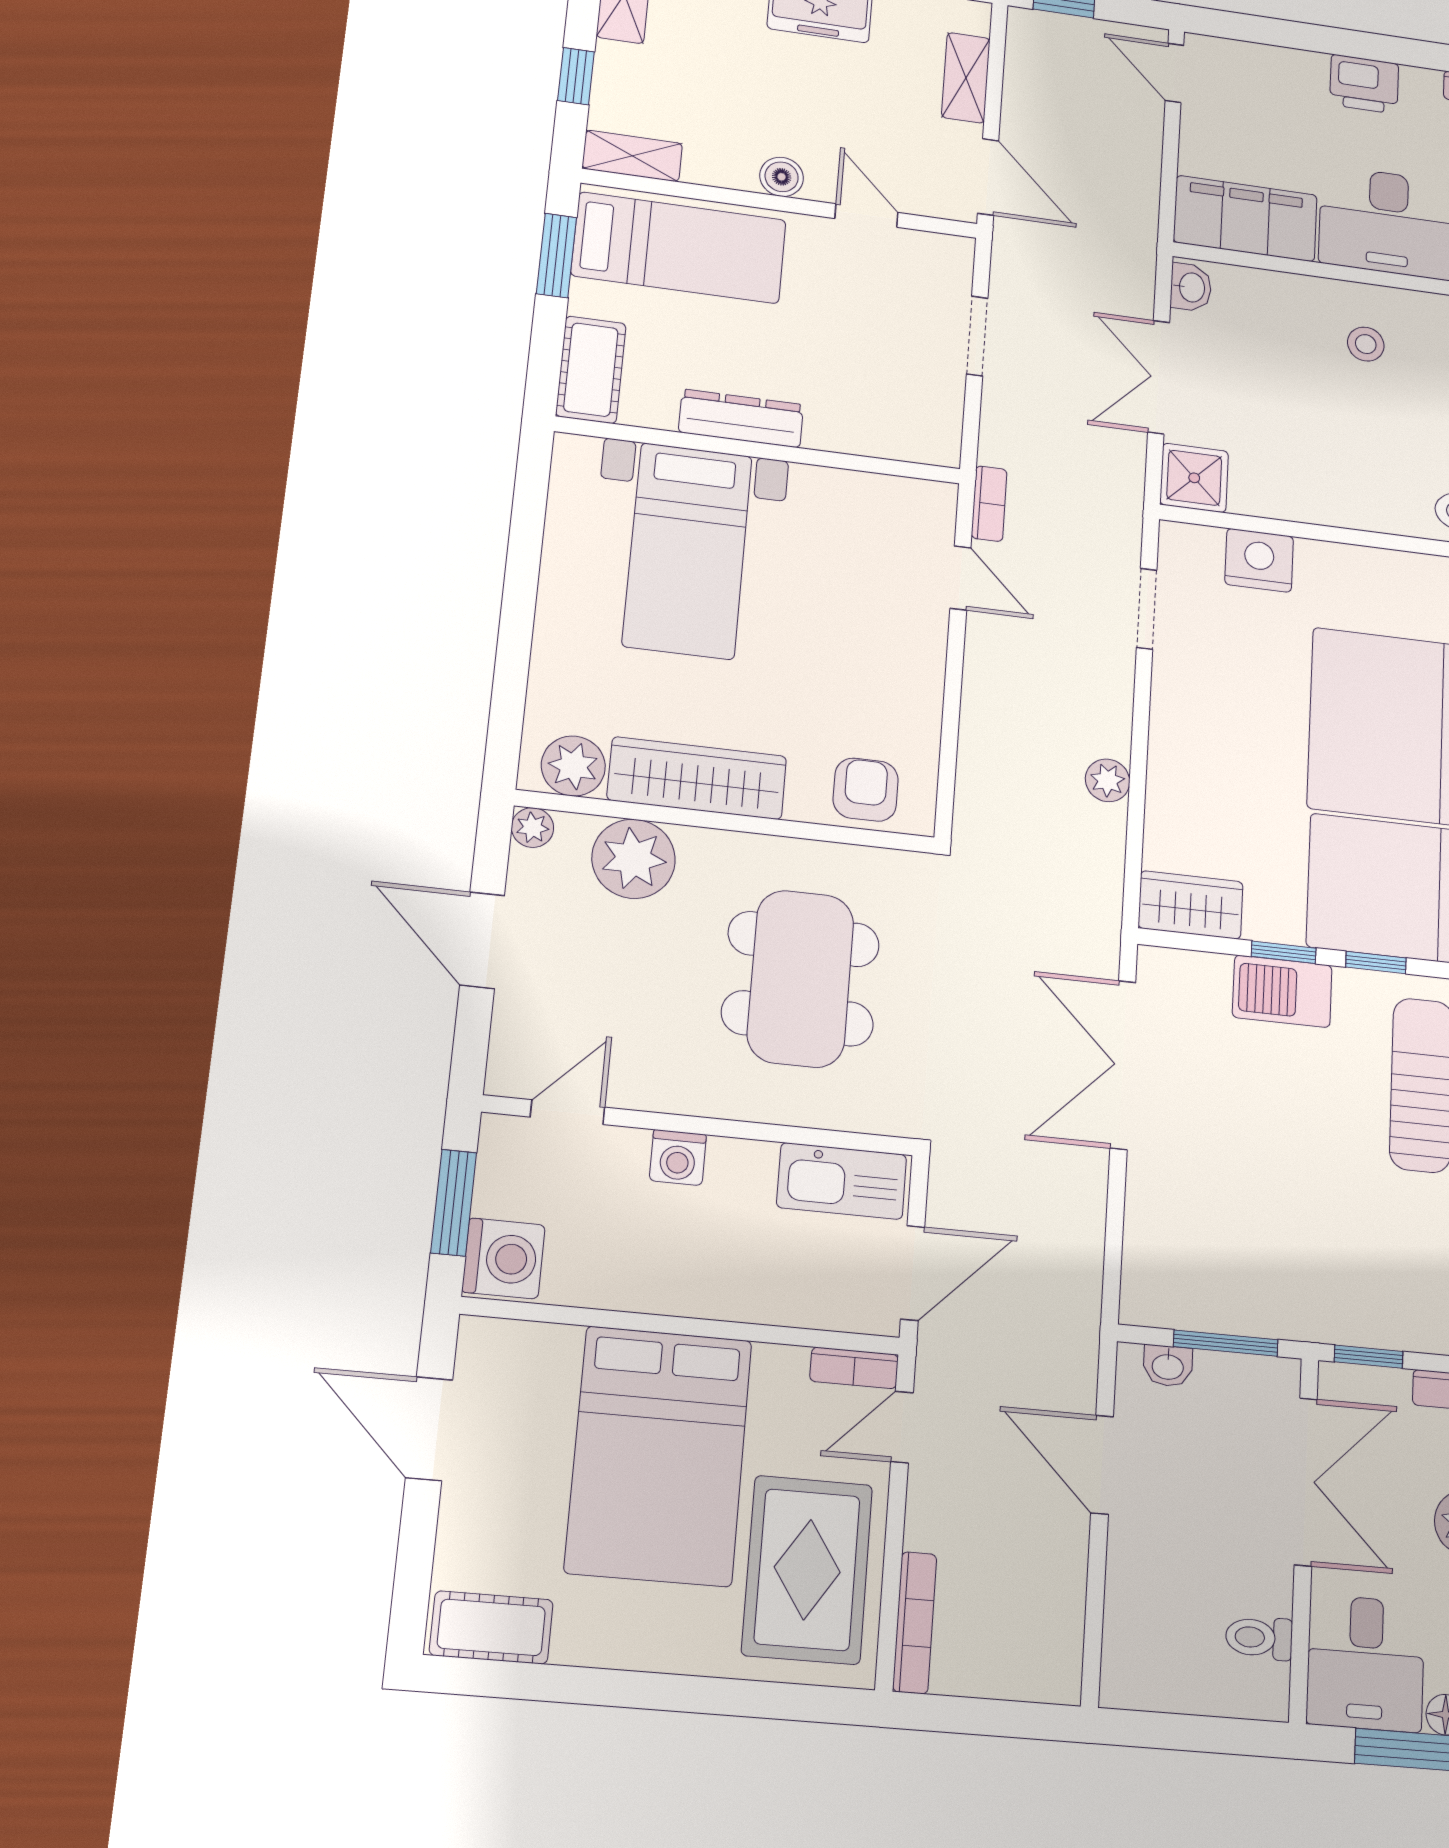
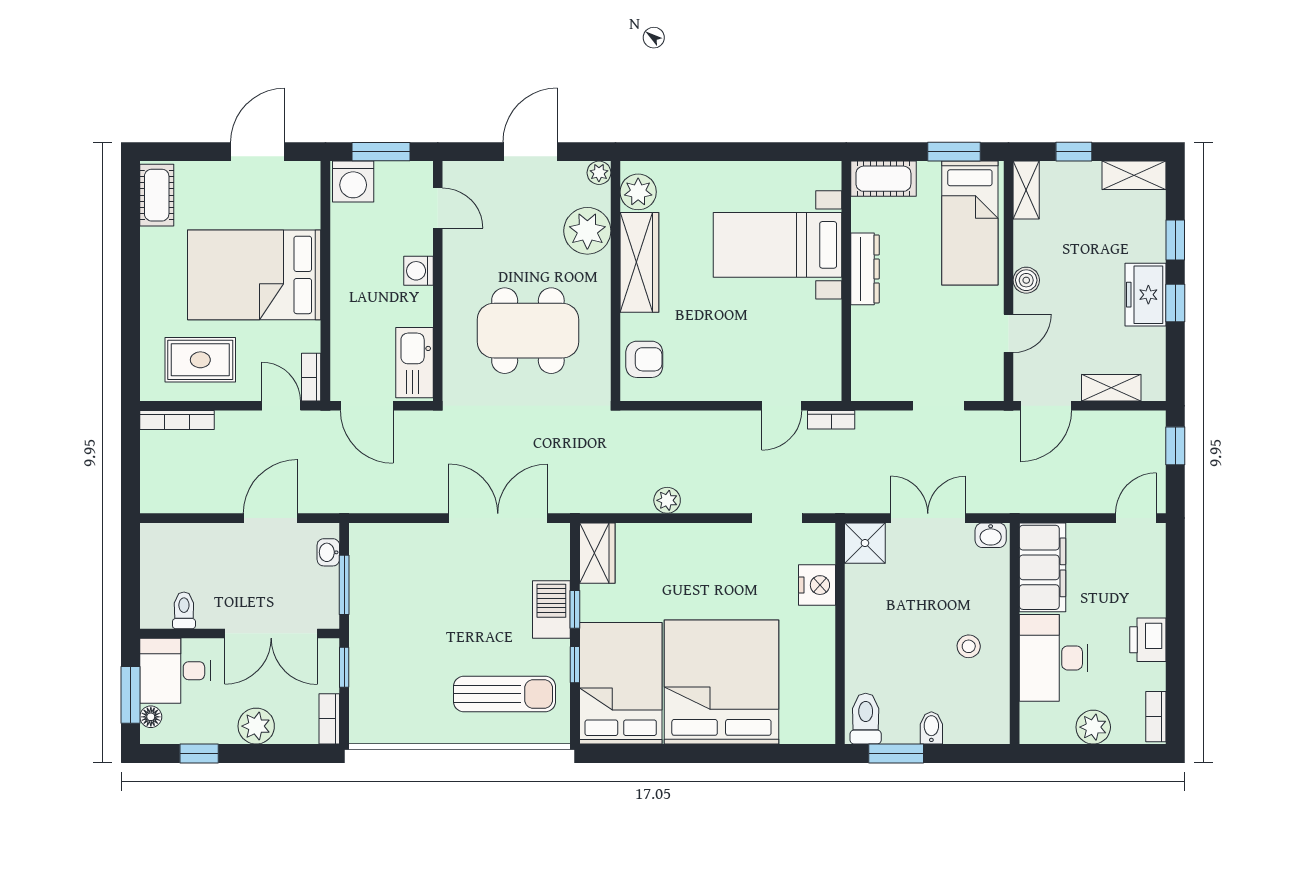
rug: (807, 1570) -> (200, 360), width x0.73, depth x0.70

